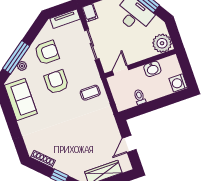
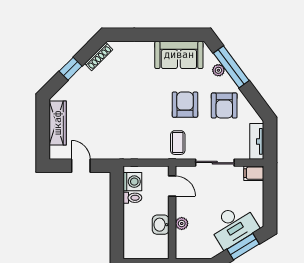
plant: (162, 43) -> (182, 223), moved, width x0.53, depth x0.53
armchair: (56, 82) -> (185, 105), turned -90
washing machine: (178, 83) -> (132, 182), moved, turned 90
coffee table: (90, 93) -> (178, 143), moved

